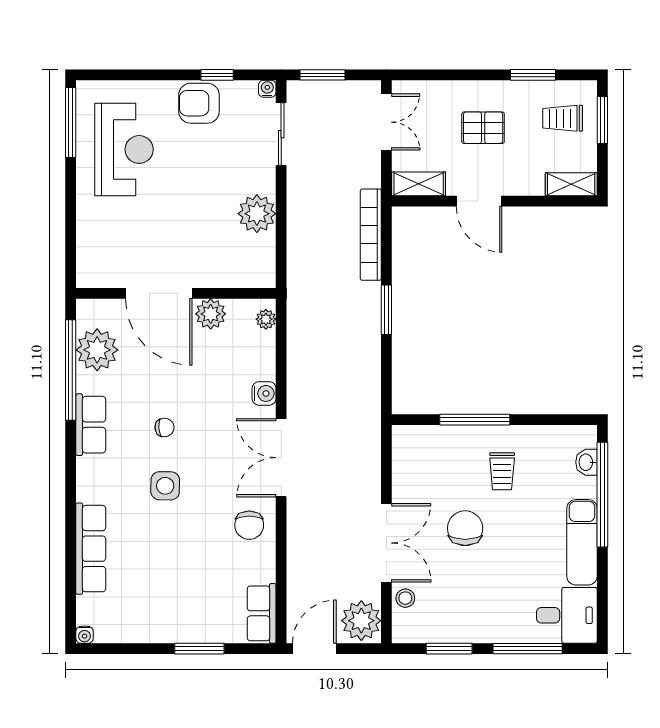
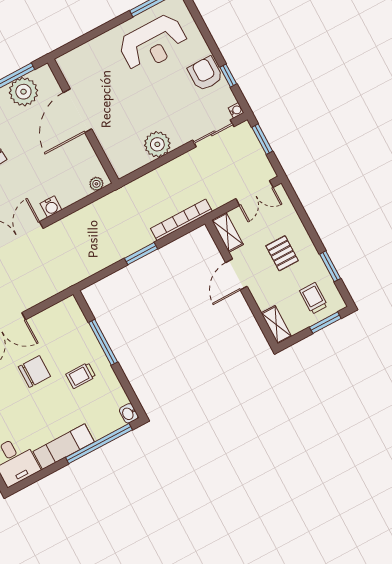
plant: (211, 314) -> (82, 149), removed
washbasin: (586, 462) -> (129, 413), moved, turned -90

